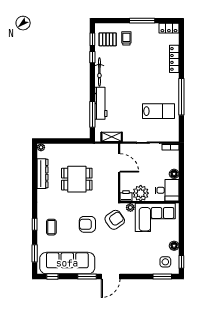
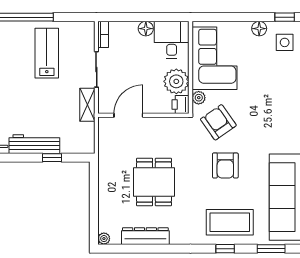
window: (92, 114) -> (52, 158), width x0.46
shelving: (112, 137) -> (87, 105), moved
coffee table: (51, 227) -> (230, 222), width x1.86, depth x1.72

